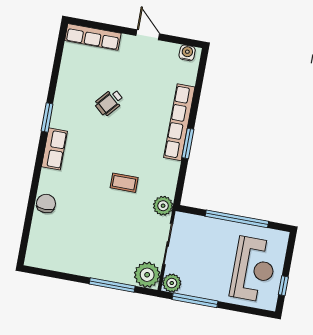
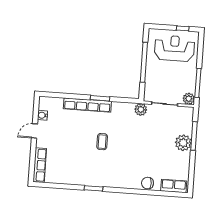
water cooler: (187, 53) -> (42, 115), moved
wheelchair: (109, 102) -> (80, 150), removed
row of seats: (54, 149) -> (174, 186), moved
coffee table: (124, 183) -> (102, 142), moved
plant: (147, 275) -> (183, 143), moved

